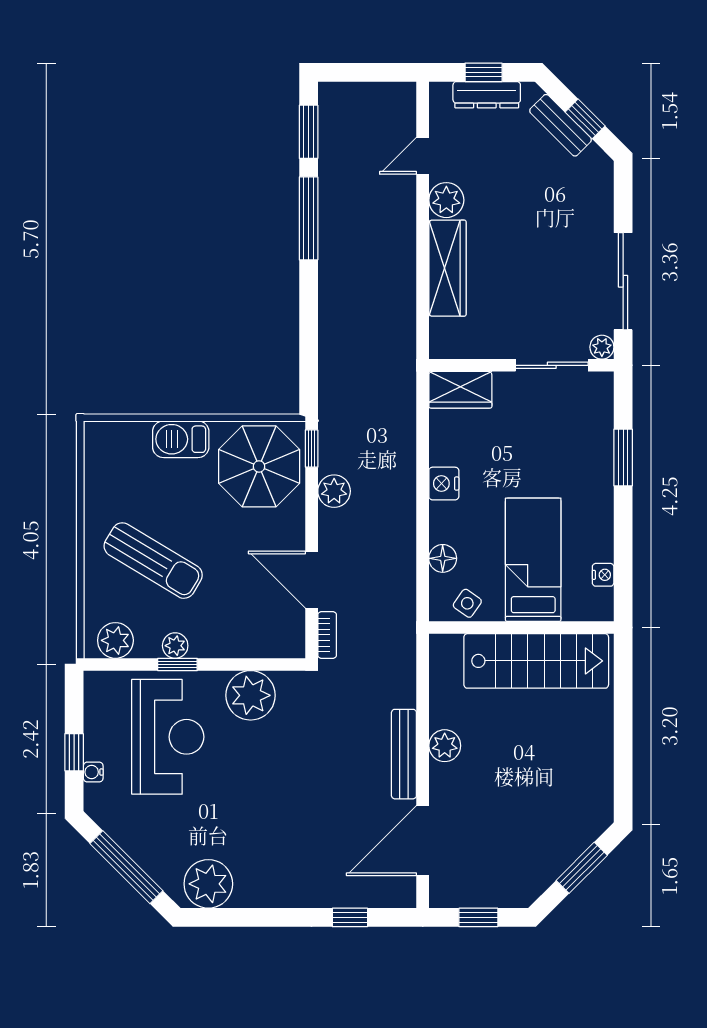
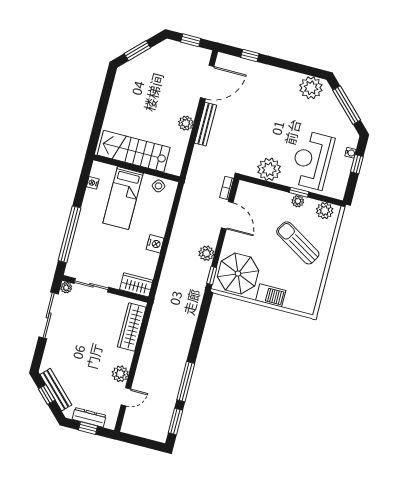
bench: (561, 125) -> (56, 390), width x1.36
wardrobe: (447, 268) -> (132, 327), moved
window: (623, 458) -> (70, 234), width x2.11
floor lamp: (443, 558) -> (164, 209), removed

